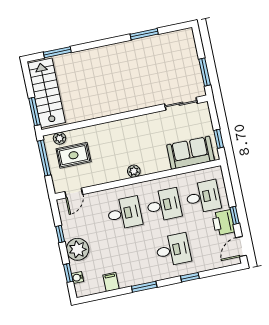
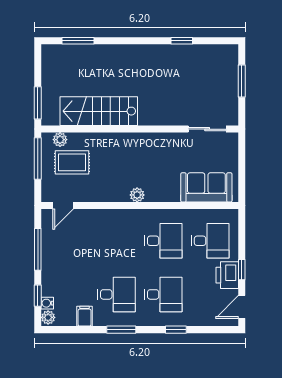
window: (144, 34) -> (182, 41), width x0.67
window: (205, 72) -> (242, 81), moved
stairs: (46, 93) -> (99, 111), moved, turned -90
window: (219, 139) -> (242, 178), removed
desk: (124, 213) -> (116, 294), moved
window: (60, 234) -> (38, 249), width x2.17
plant: (78, 249) -> (48, 317), moved, width x0.53, depth x0.53

